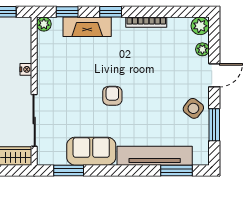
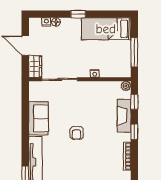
armchair: (112, 96) -> (77, 133), turned 90
window: (69, 170) -> (25, 103), removed

